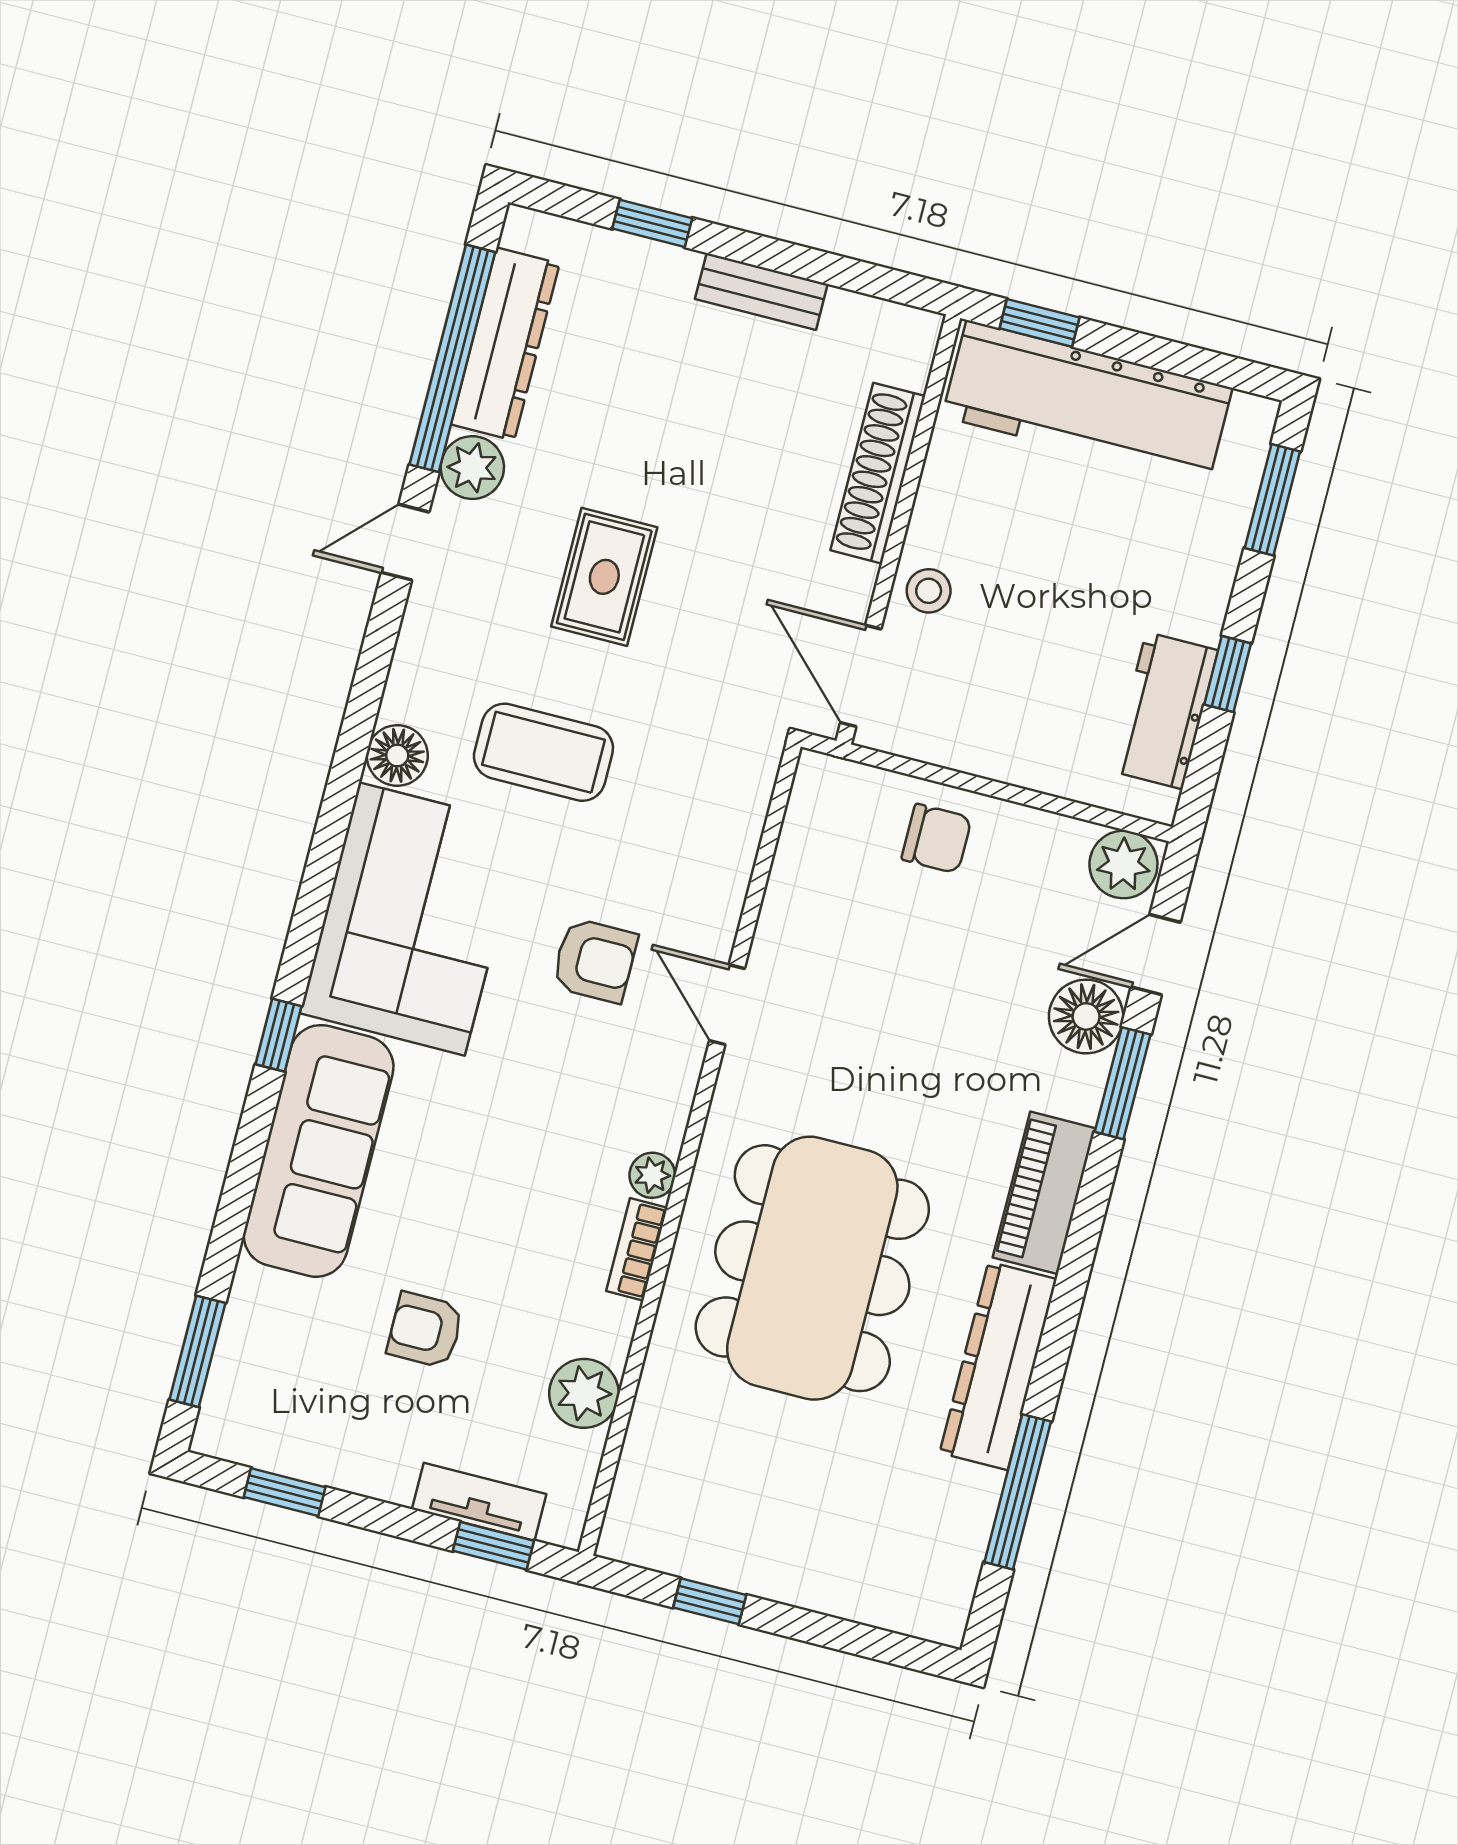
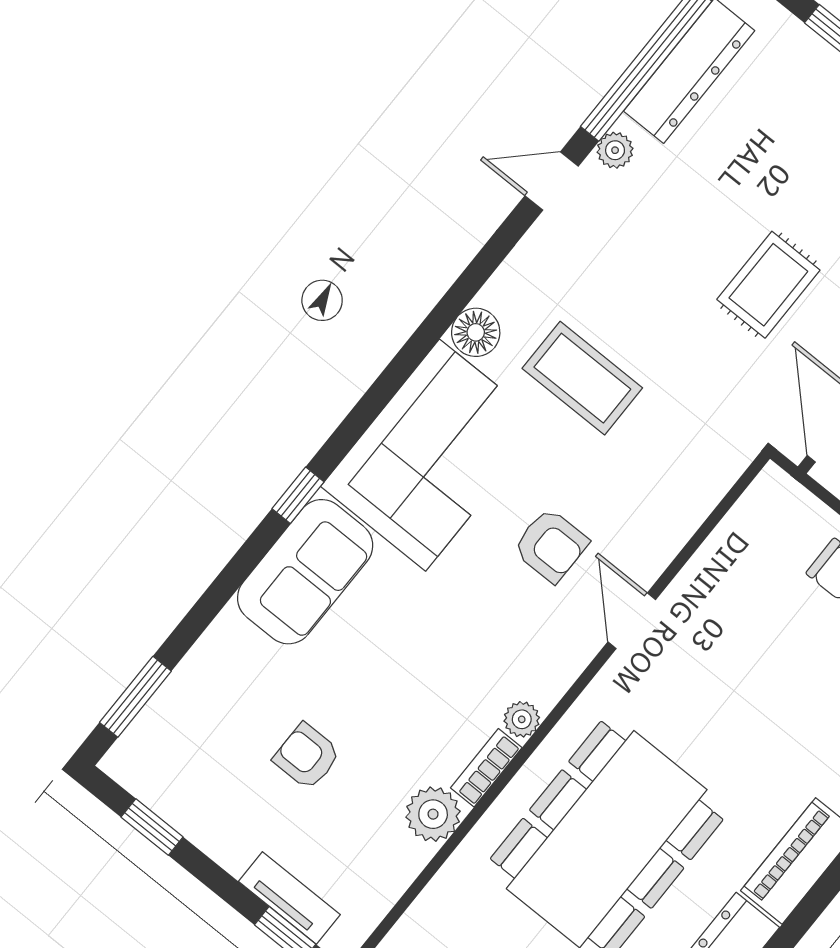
plant: (472, 468) -> (615, 150), width x0.73, depth x0.73
rug: (604, 577) -> (768, 285), moved
sofa: (319, 1151) -> (305, 572), width x0.73
plant: (584, 1393) -> (433, 814), moved

